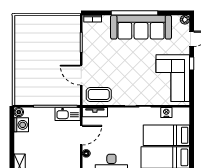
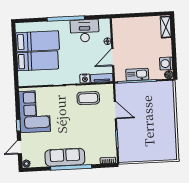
sofa: (141, 27) -> (65, 157), width x0.74, depth x0.79
coffee table: (99, 94) -> (88, 98), moved
nightstand: (166, 112) -> (85, 79), moved
kitchen sink: (68, 114) -> (137, 75), moved

